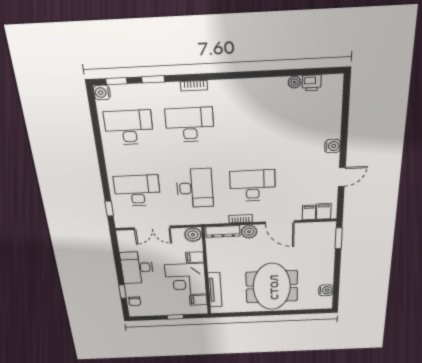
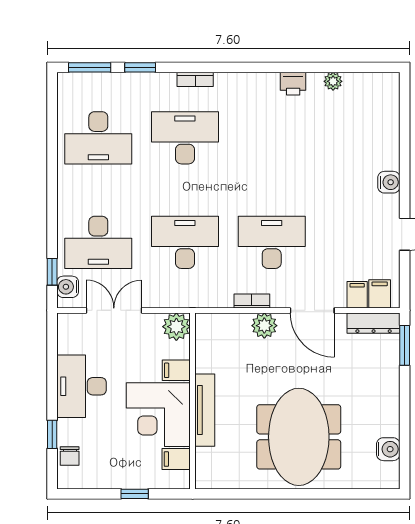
window: (116, 81) -> (90, 67), width x1.50
printer: (312, 83) -> (293, 84), moved
water cooler: (102, 92) -> (68, 287), moved
desk: (129, 128) -> (98, 138), turned 180
desk: (195, 188) -> (185, 242), turned -90
desk: (137, 191) -> (98, 242), turned 180
double door: (152, 228) -> (114, 310), swing flipped
dresser: (223, 232) -> (374, 323), moved
tv unit: (215, 290) -> (205, 410), moved

